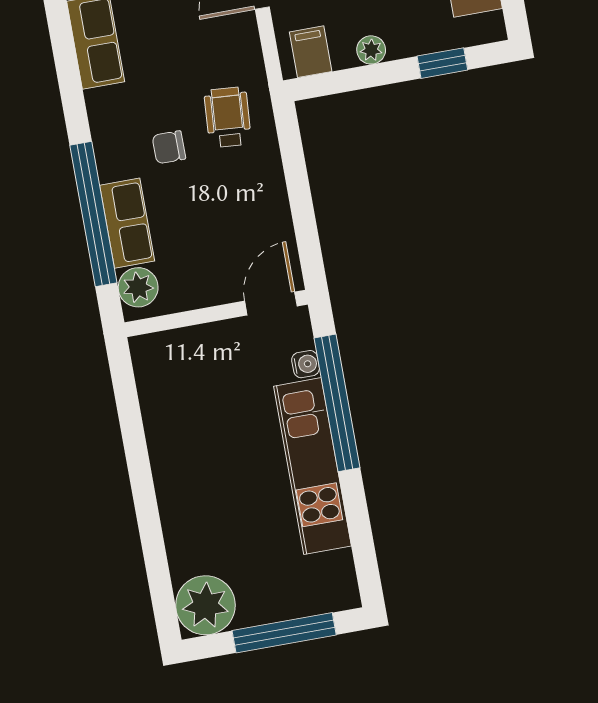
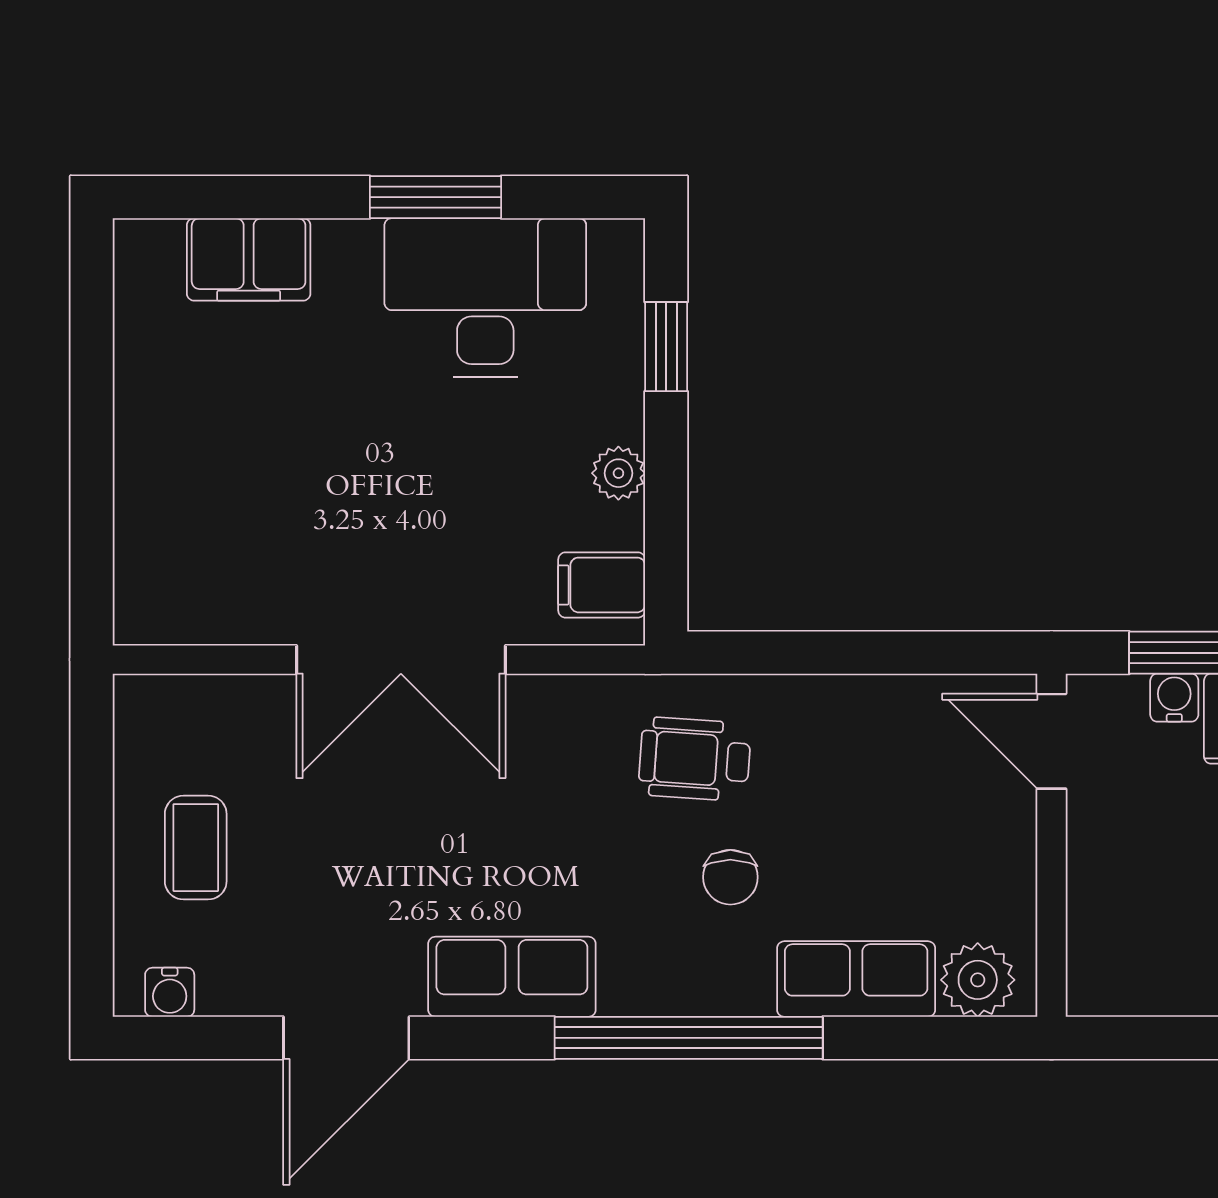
window: (93, 214) -> (689, 1038), moved

